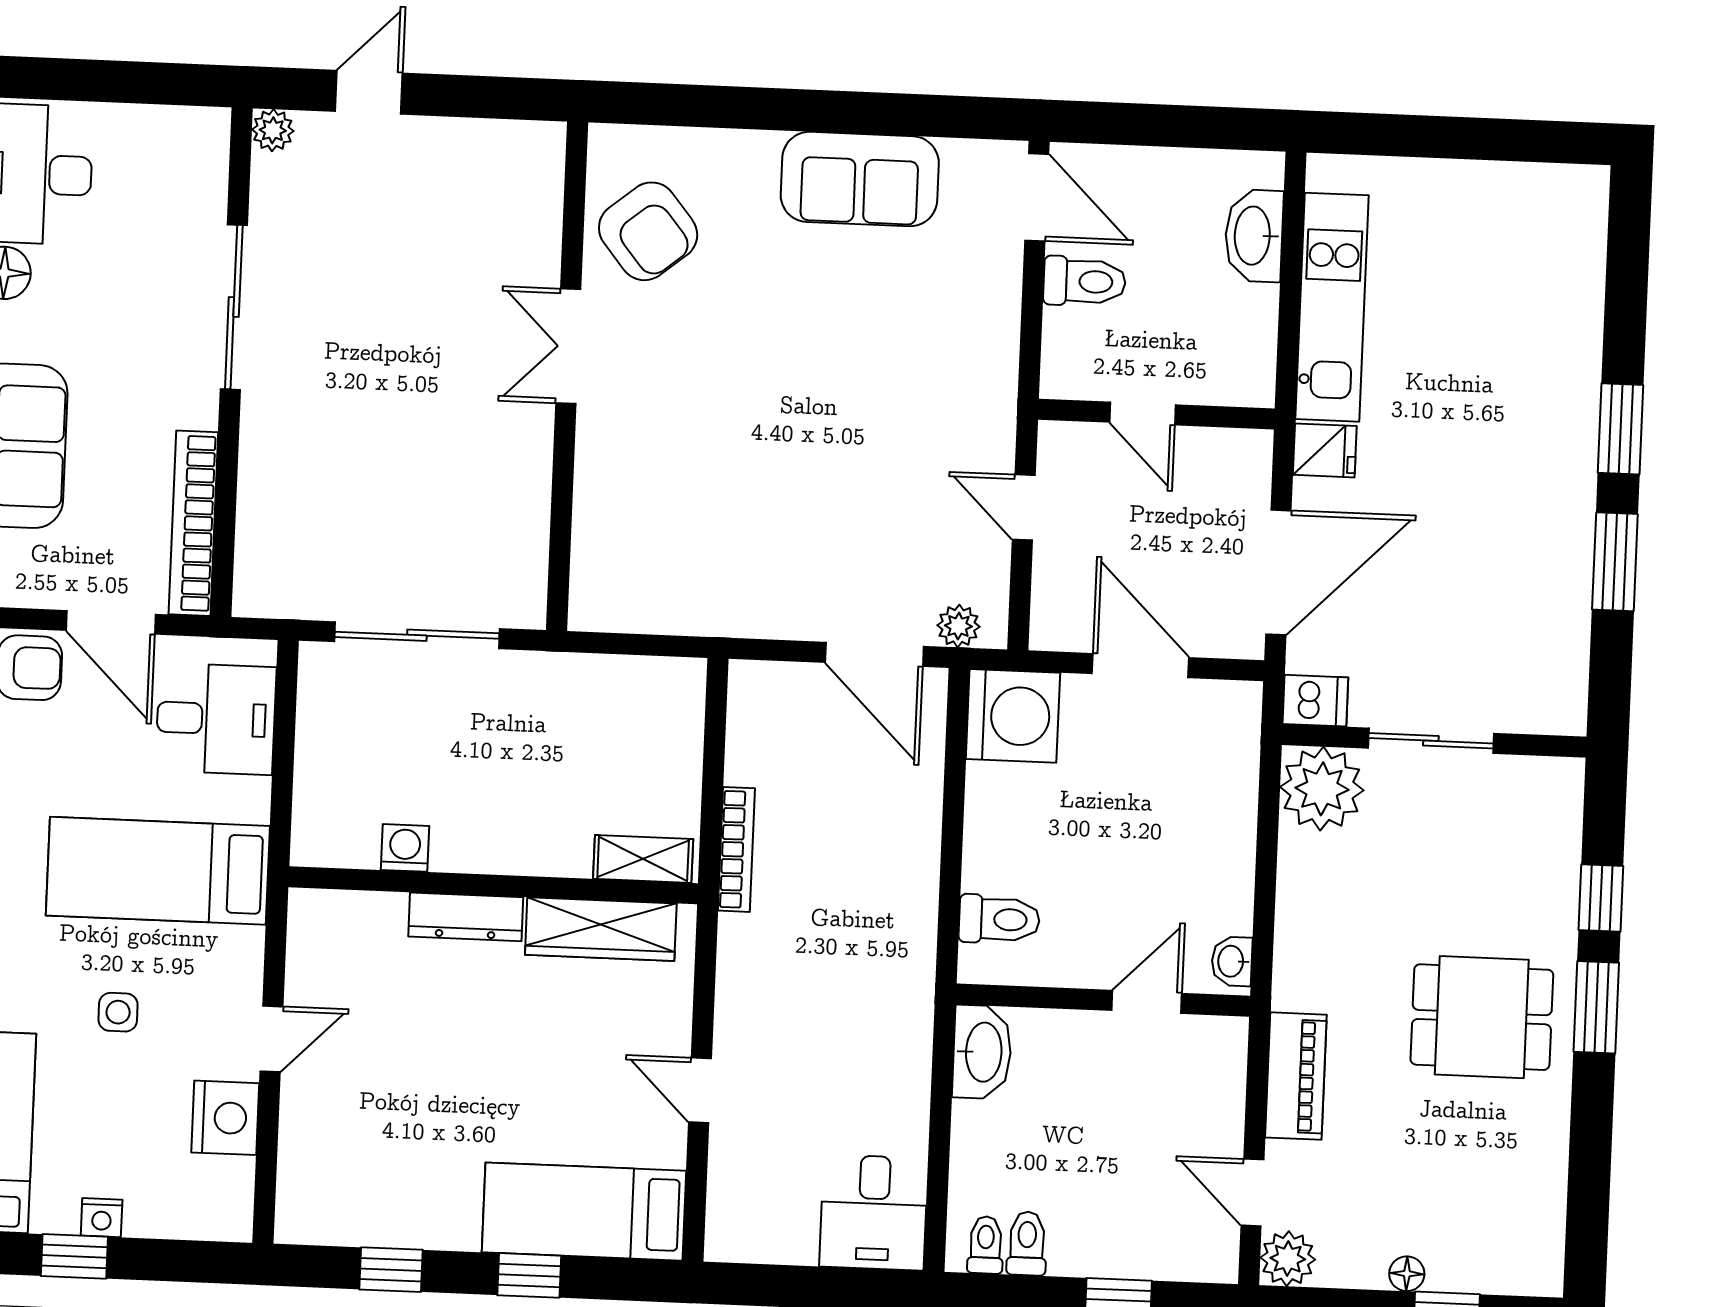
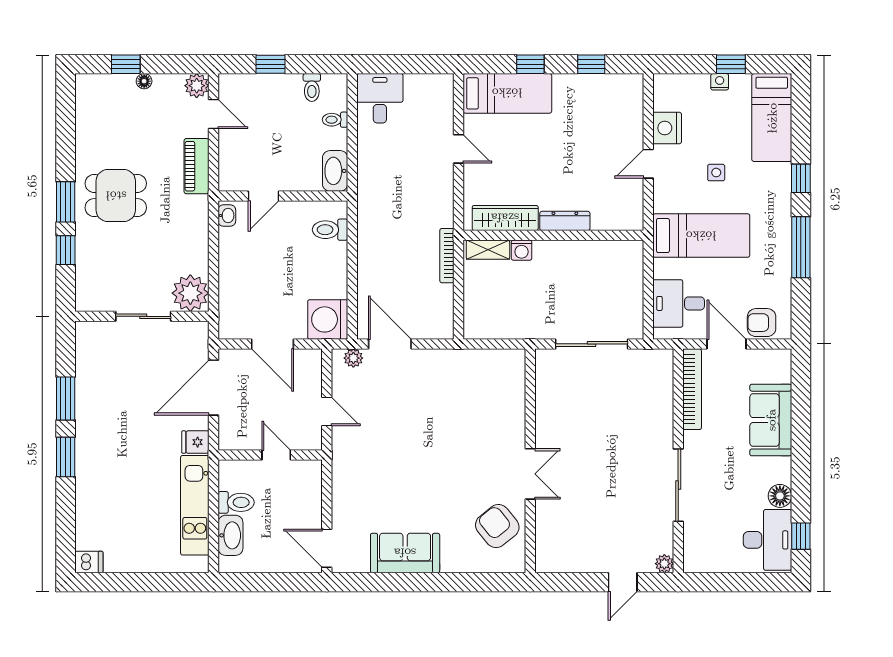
toilet: (1084, 281) -> (236, 502), moved, turned 180
dishwasher: (1315, 701) -> (89, 562), moved, turned 180
washing machine: (405, 848) -> (522, 250), moved
toilet: (986, 1245) -> (335, 120), moved, turned 90

